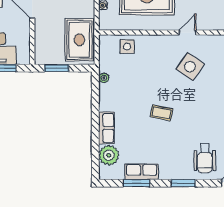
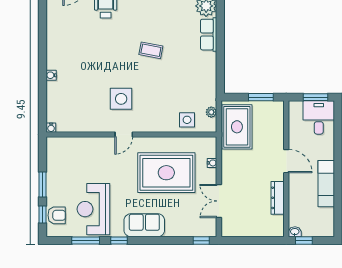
side table: (190, 67) -> (121, 99), turned -35
plant: (104, 78) -> (211, 112), moved

